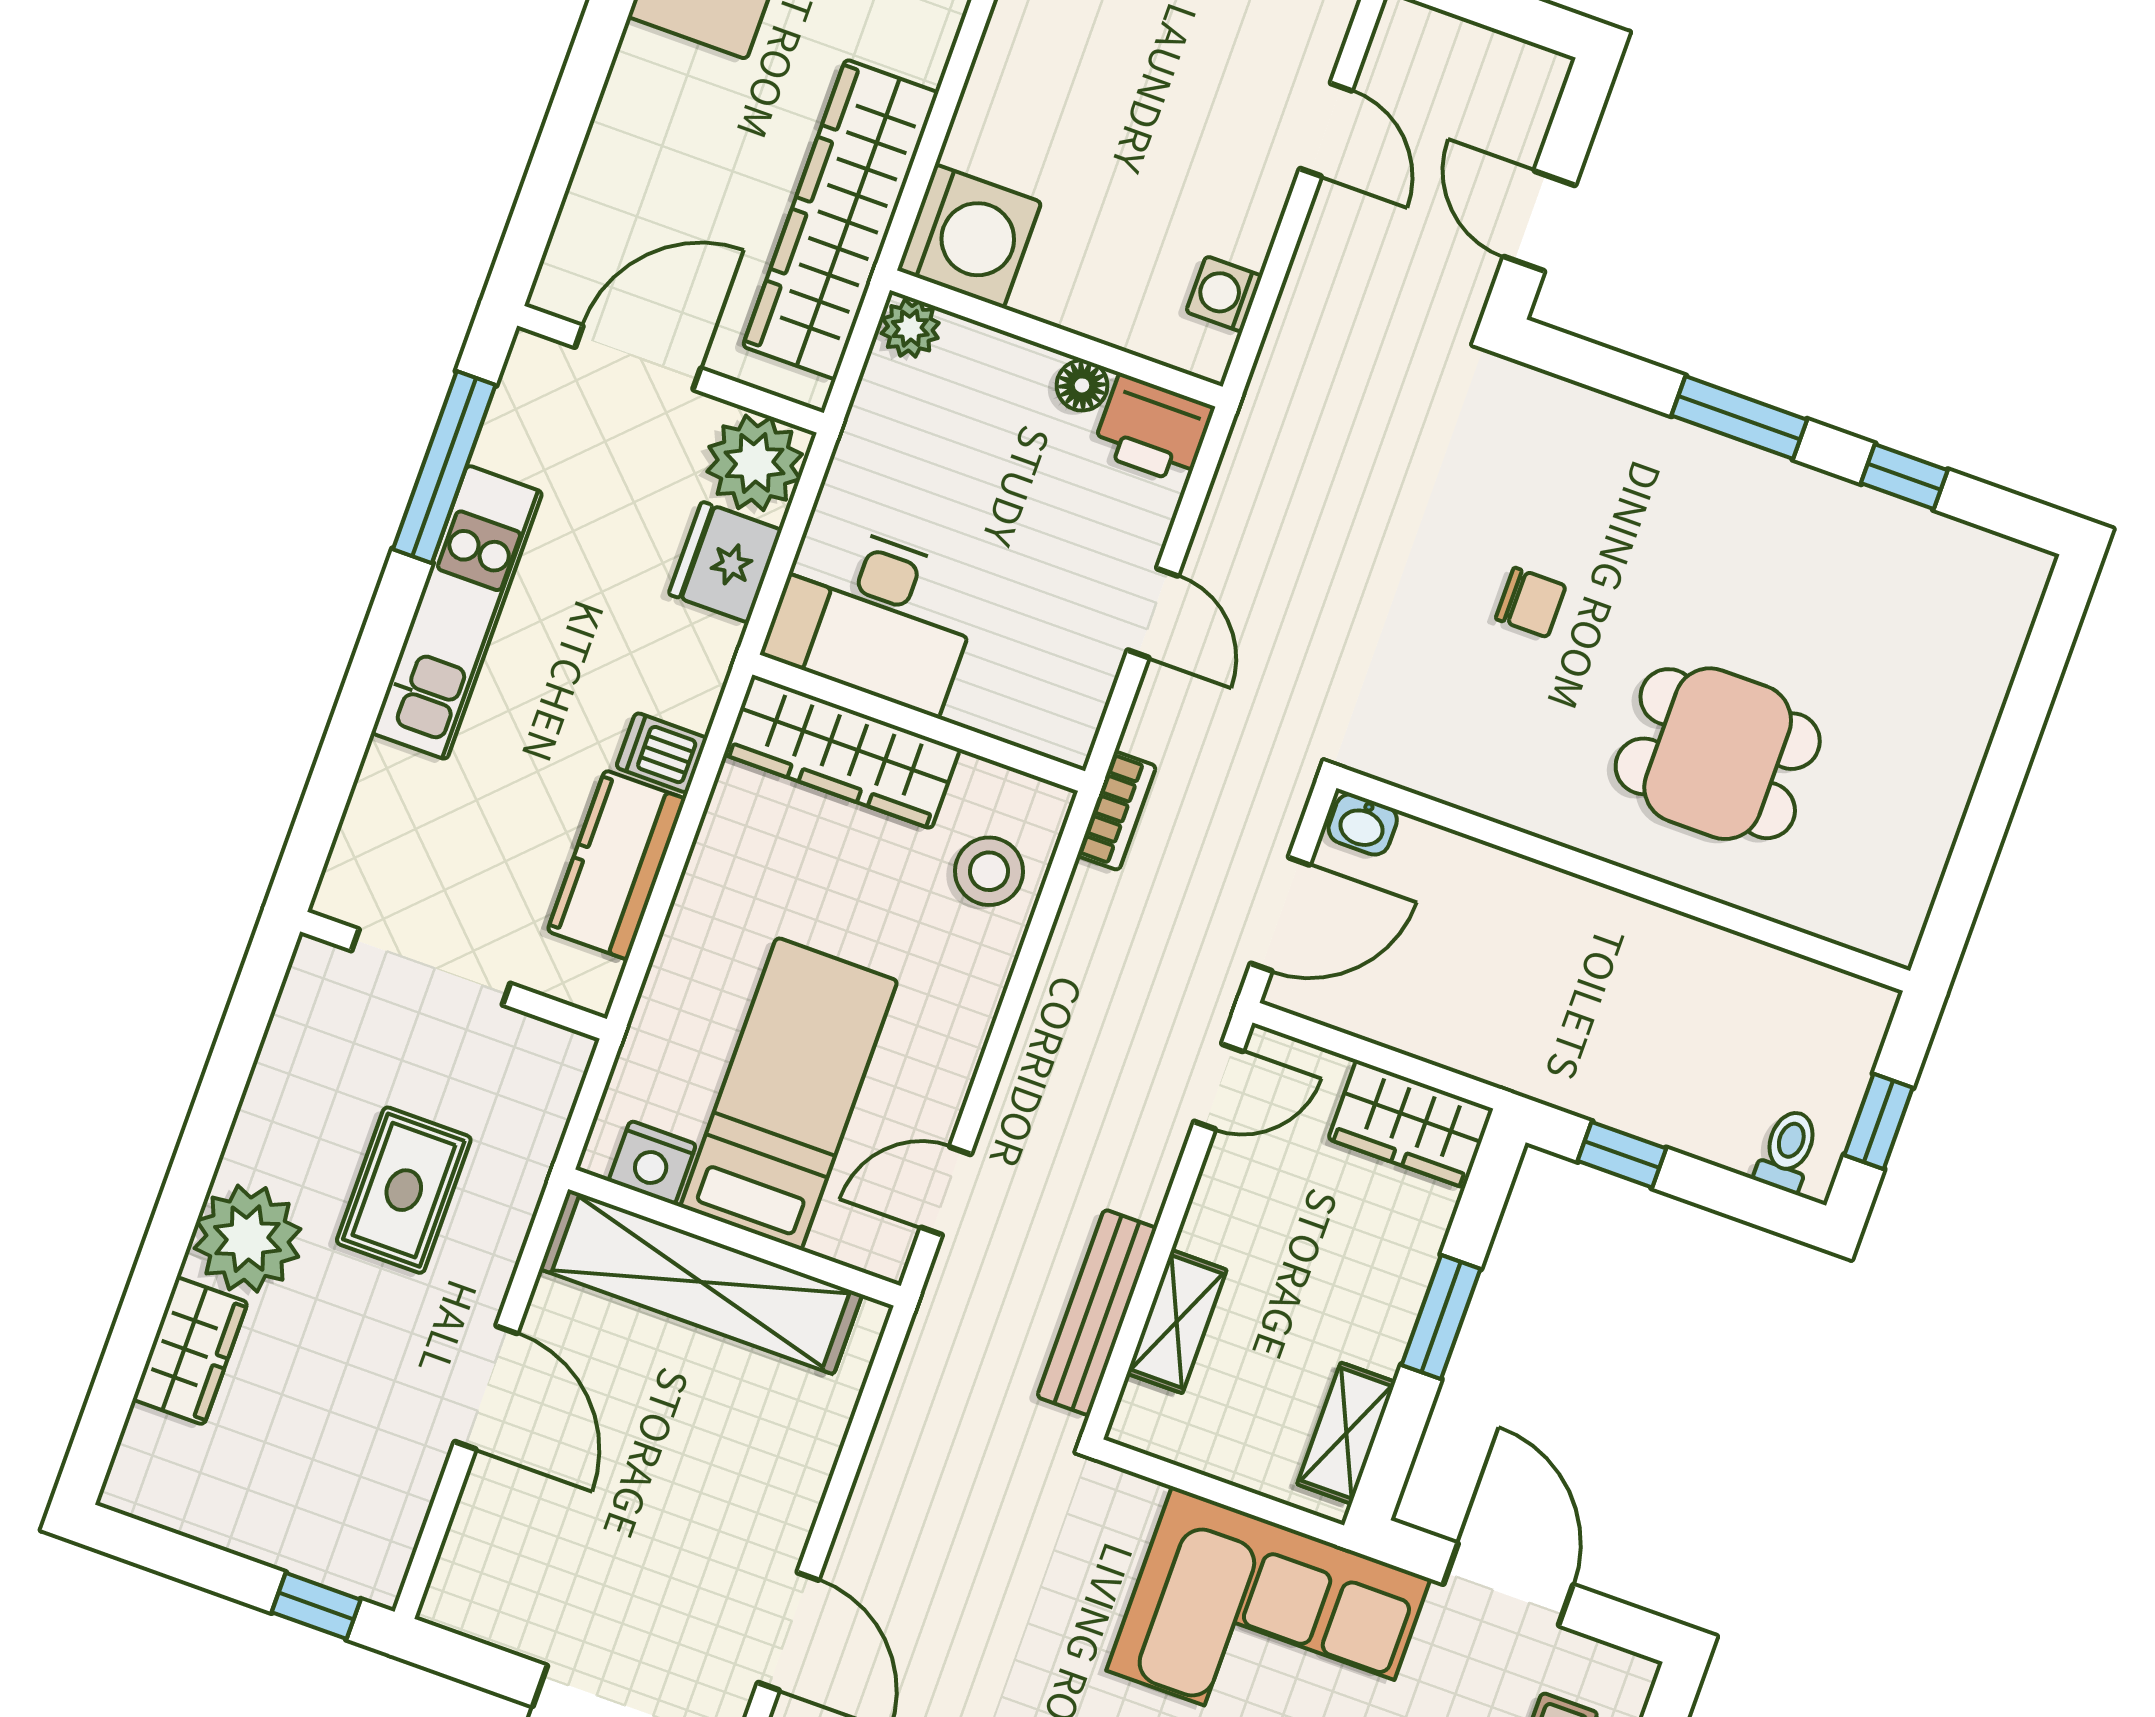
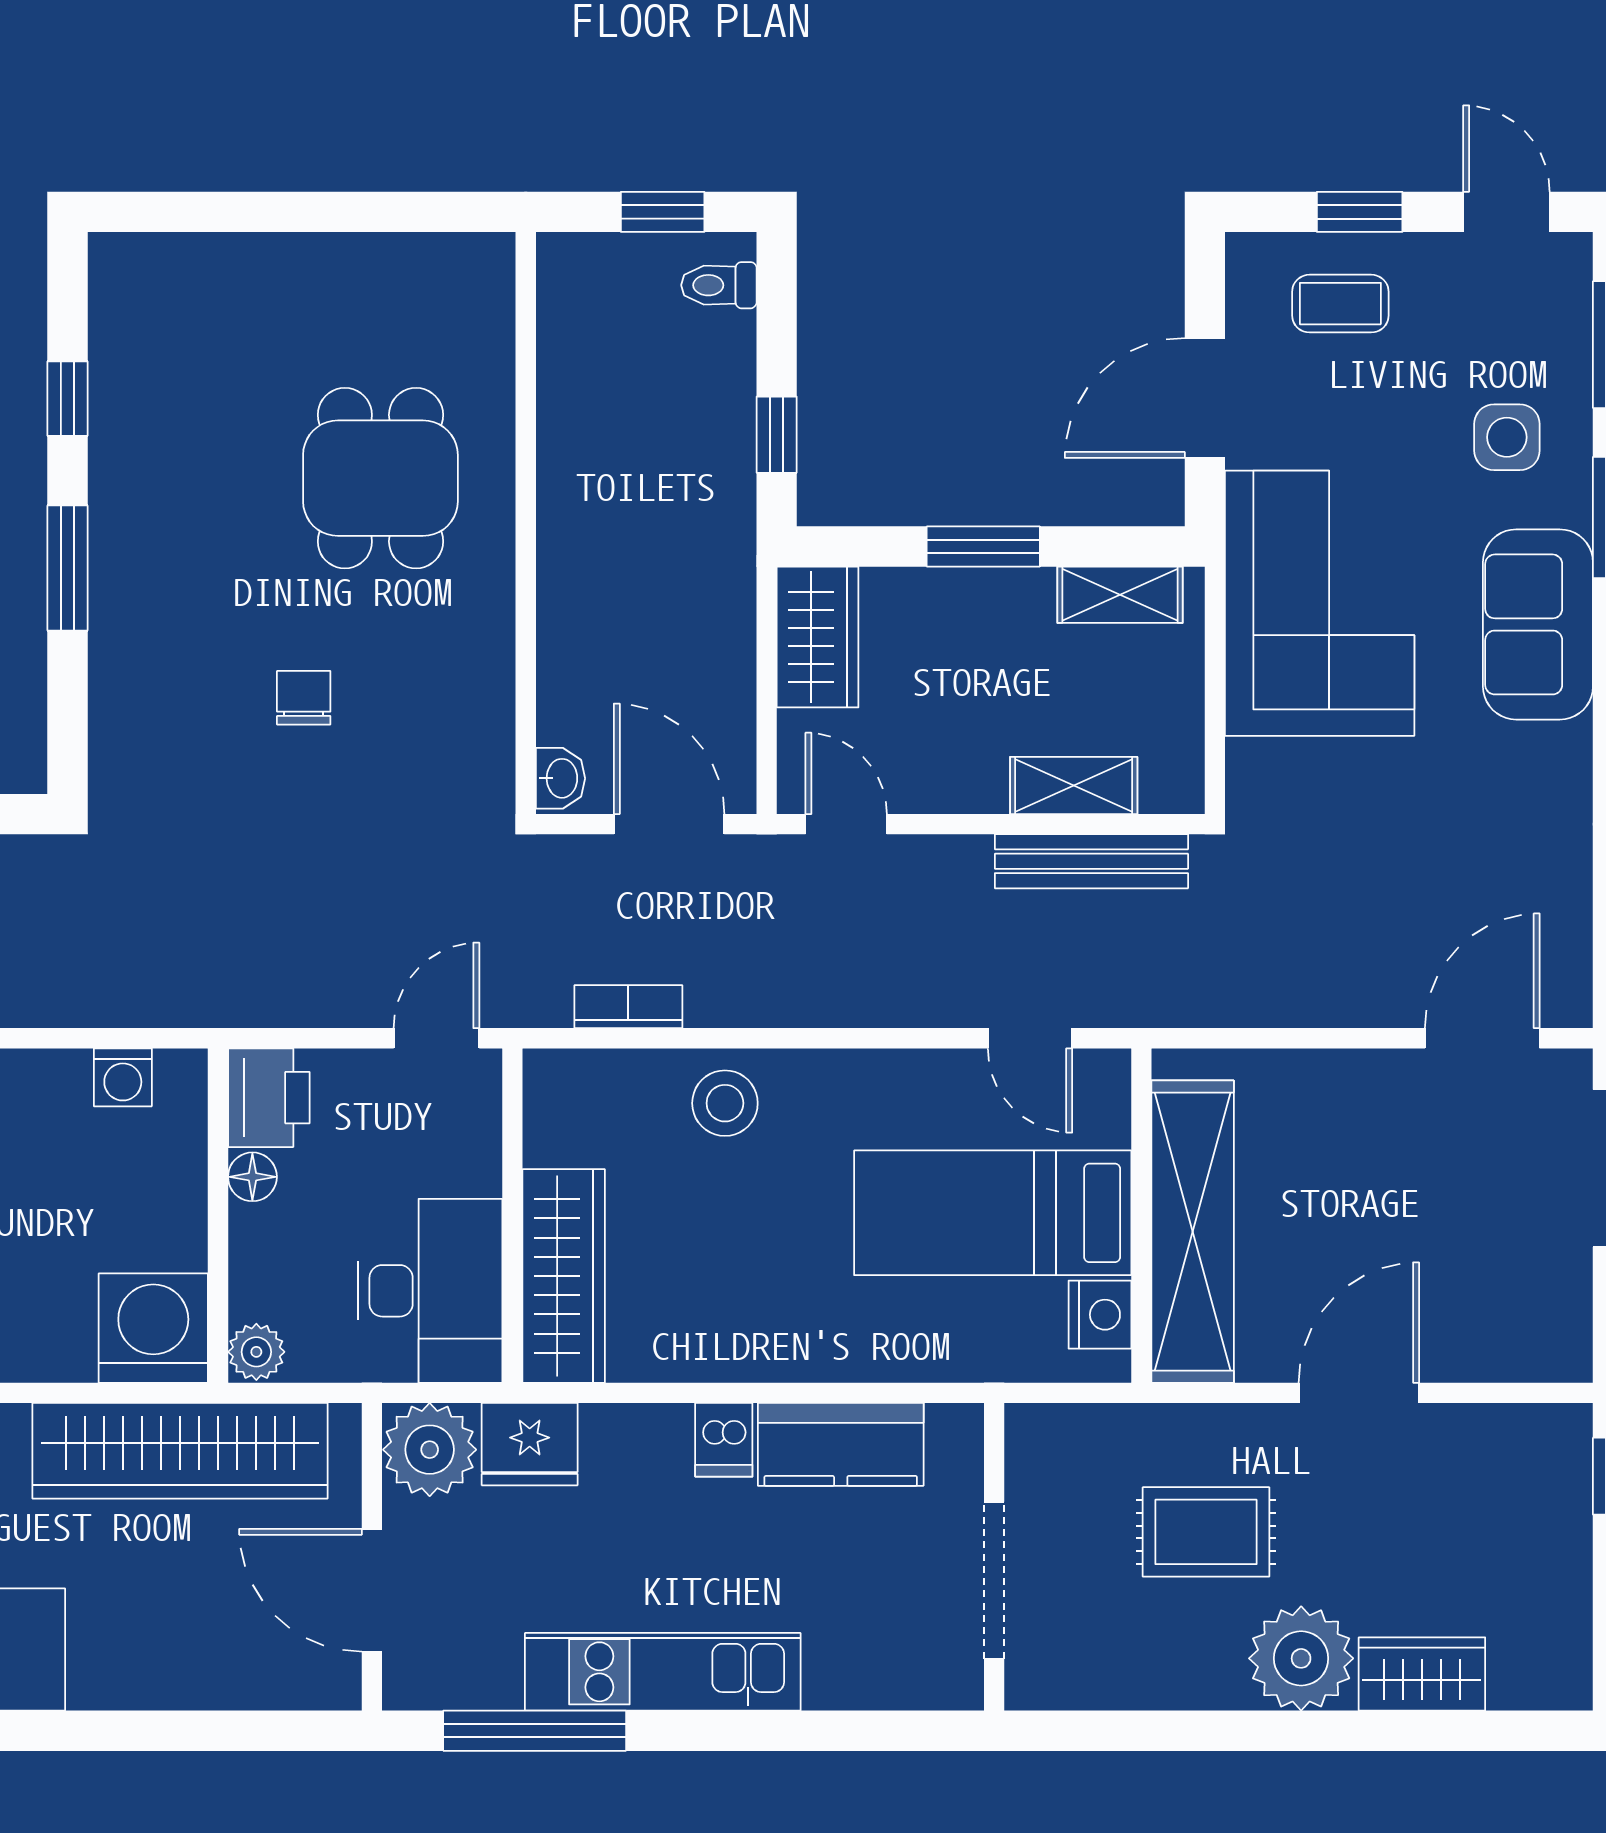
desk: (874, 616) -> (430, 1291), moved
wall: (919, 723) -> (512, 1216), moved
wardrobe: (842, 752) -> (564, 1276), moved

